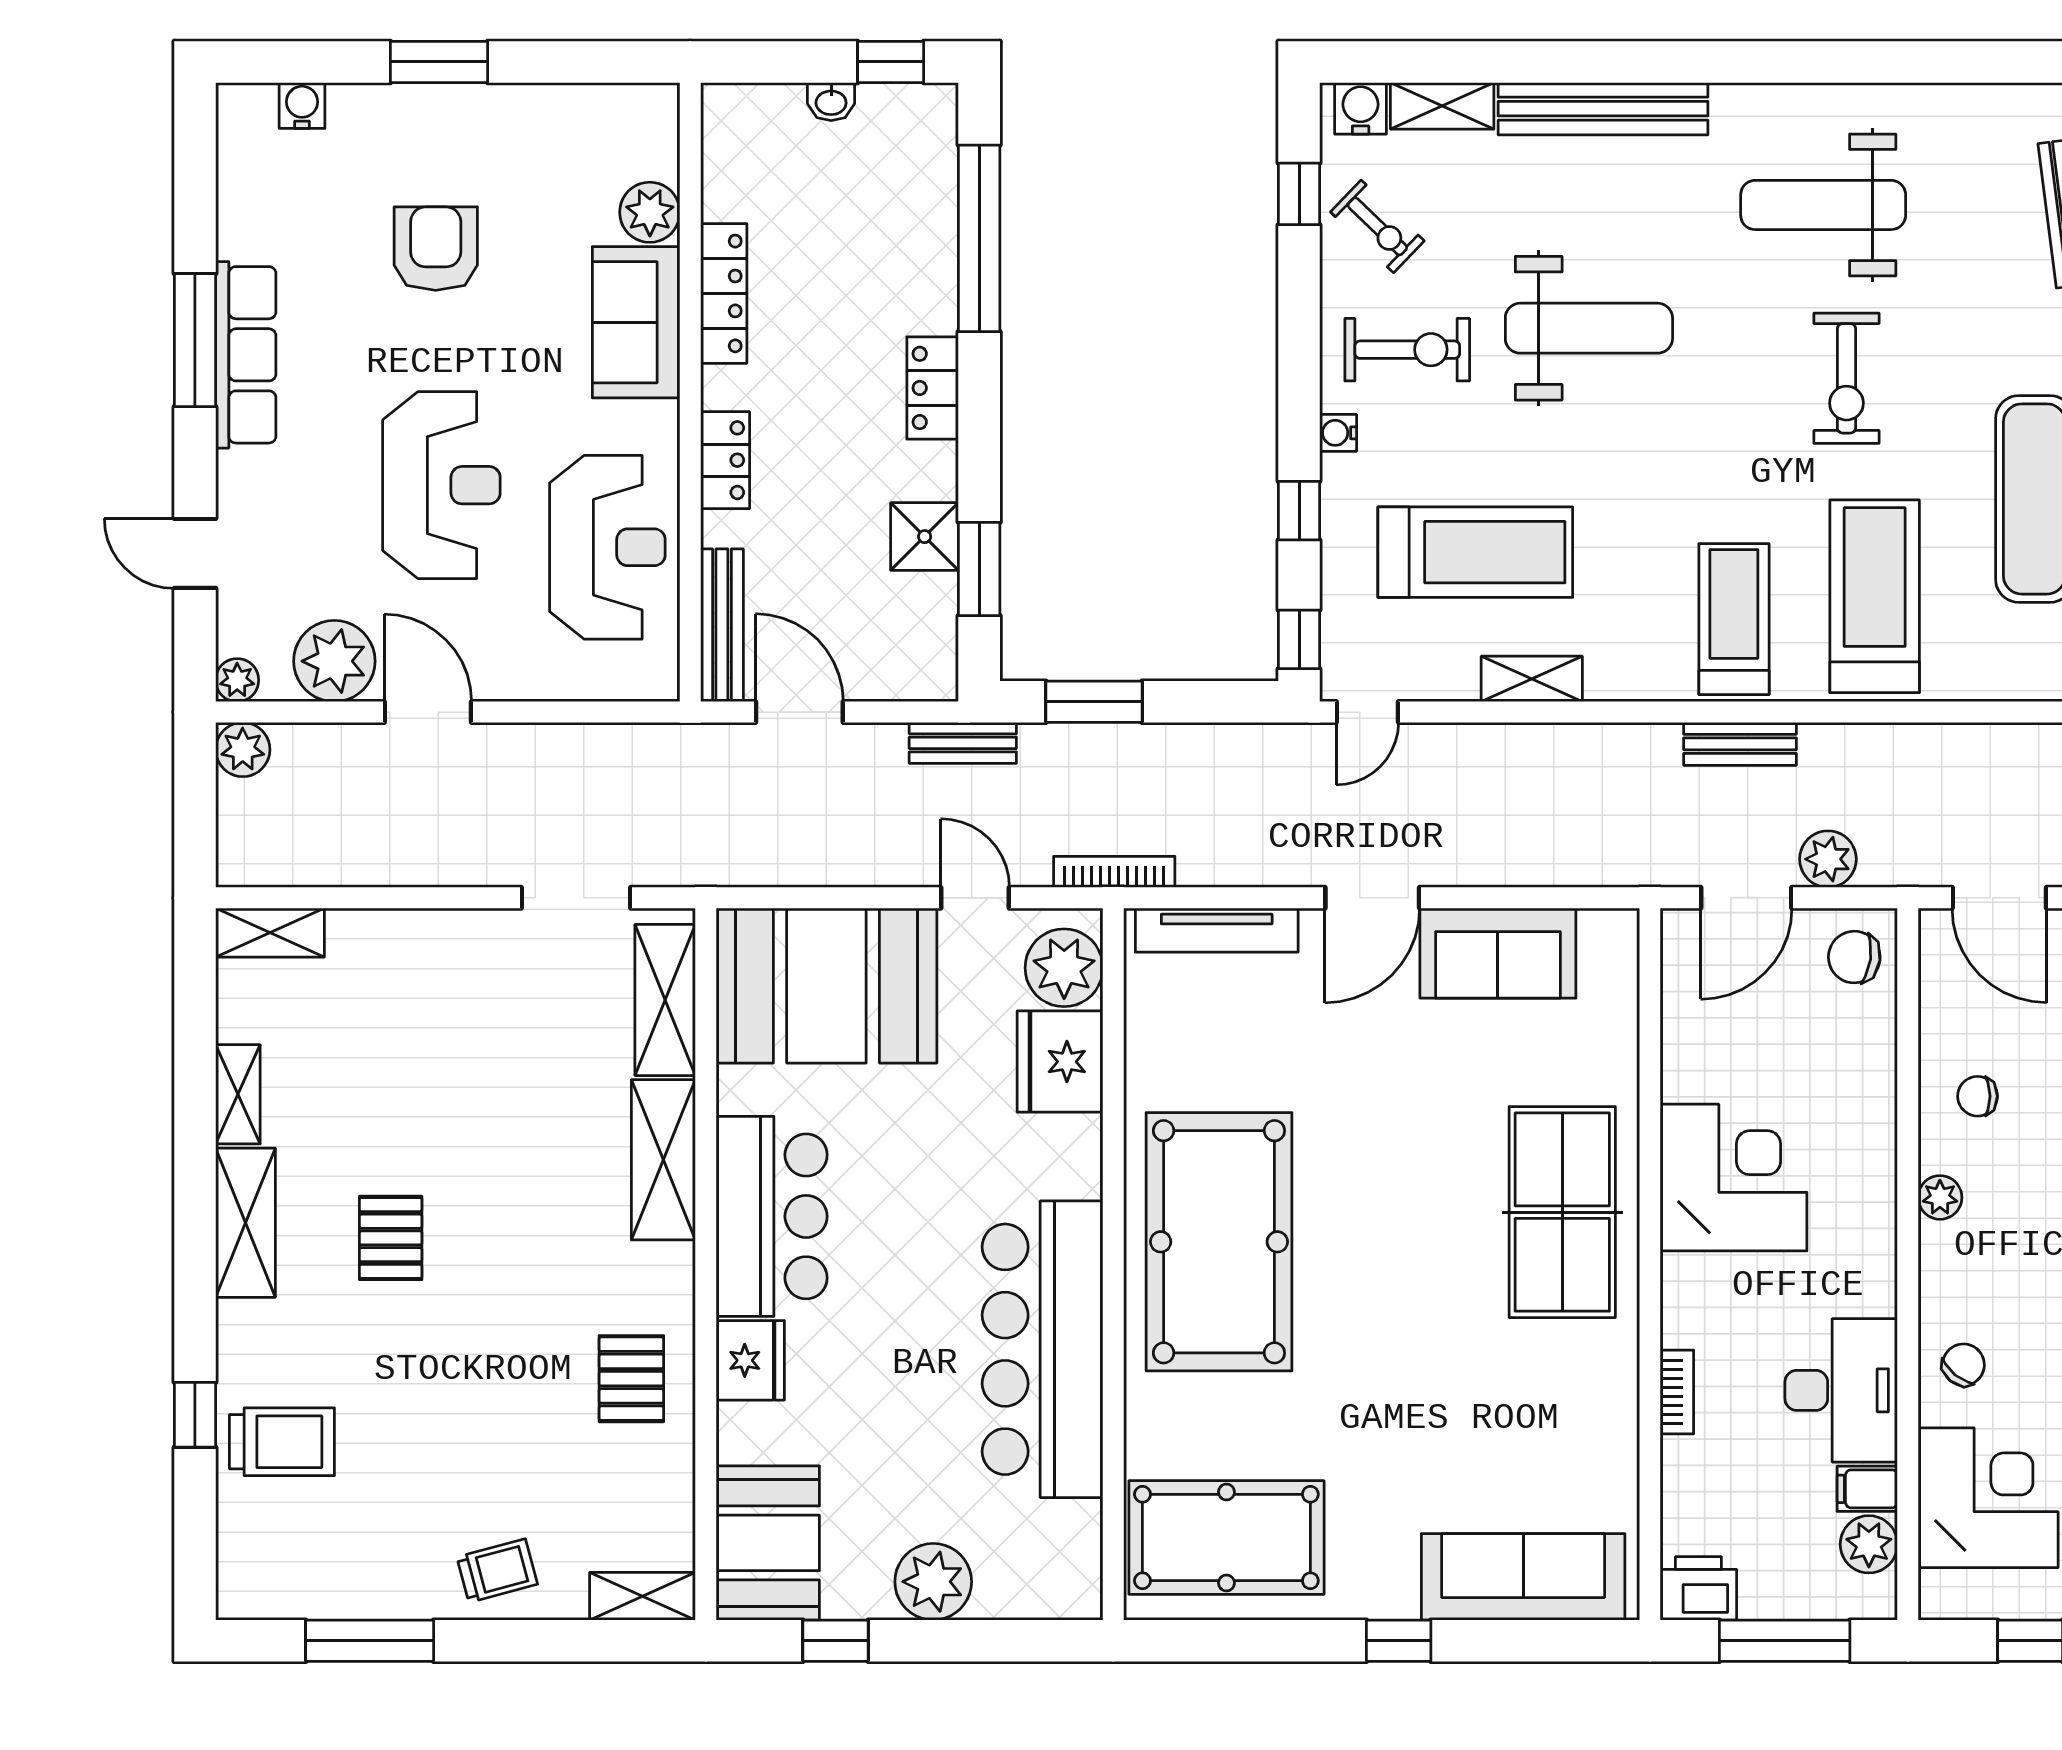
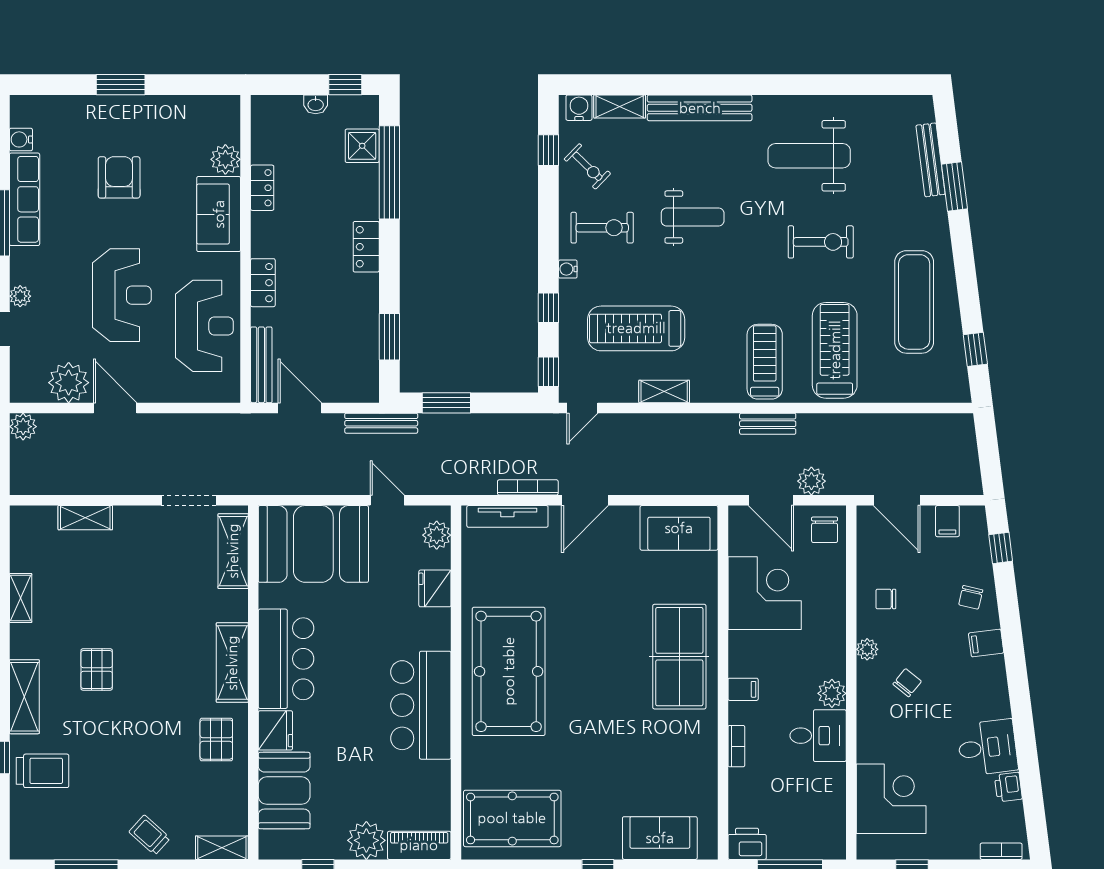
water cooler: (302, 105) -> (21, 139), moved, turned -90
locker: (724, 293) -> (262, 188), width x0.66
weight bench: (1589, 328) -> (693, 217), width x0.73, depth x0.75
row of seats: (246, 355) -> (25, 199), moved
exercise bike: (1846, 378) -> (821, 242), turned -90
shower: (925, 537) -> (362, 146), moved
treadmill: (1475, 552) -> (636, 328), turned 180
plant: (237, 680) -> (20, 296), moved
bench: (963, 743) -> (381, 423), width x1.36
bookcase: (1114, 872) -> (528, 487), moved
door: (1746, 898) -> (771, 500), hinge flipped
shelving: (270, 933) -> (85, 518), moved
sofa: (1498, 953) -> (679, 528), moved
chair: (1854, 957) -> (825, 530), turned -98
plant: (1064, 968) -> (437, 535), width x0.73, depth x0.73
fridge: (1060, 1062) -> (435, 588), width x0.73, depth x0.75
shelving: (663, 1160) -> (232, 663), moved
corner desk: (1734, 1178) -> (765, 593), moved
shelving: (245, 1223) -> (24, 697), moved
bar counter: (1043, 1349) -> (421, 705), width x0.73
chair: (1964, 1365) -> (907, 683), moved
desk: (1841, 1390) -> (818, 736), width x0.73
filing cabinet: (1867, 1489) -> (743, 689), moved, turned 180
booth: (768, 1543) -> (284, 791), moved
plant: (1869, 1544) -> (832, 693), moved
trolley: (497, 1571) -> (150, 835), turned -123
sofa: (1523, 1577) -> (660, 838), width x0.73
piano: (1039, 1592) -> (419, 845), added

